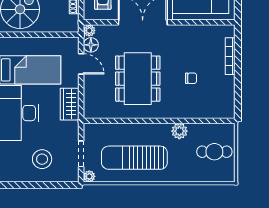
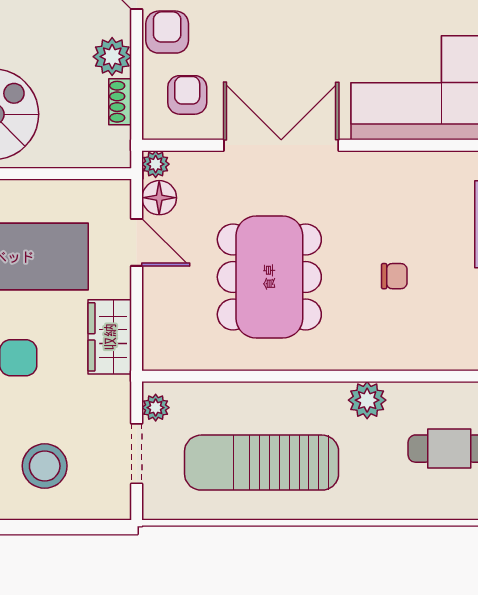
plant: (89, 176) -> (156, 408), moved

